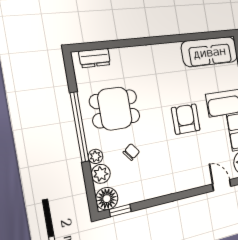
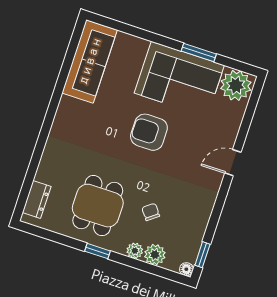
window: (79, 127) -> (97, 251), width x0.32
door: (222, 185) -> (233, 163), moved
floor lamp: (107, 199) -> (186, 269), width x0.53, depth x0.53

